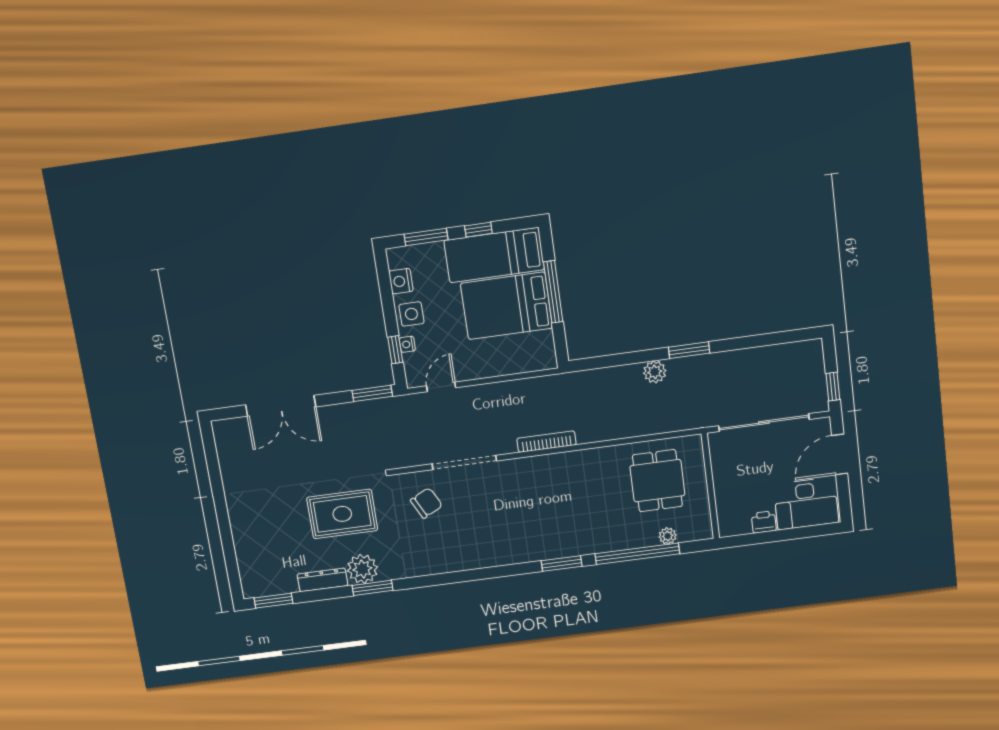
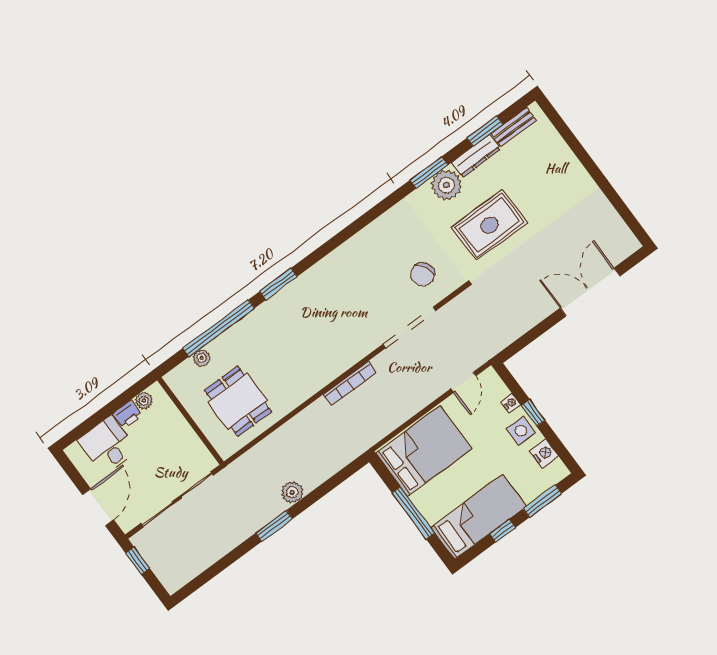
bed: (507, 306) -> (424, 451), moved
window: (395, 350) -> (533, 413), moved
window: (372, 393) -> (518, 345), removed
desk: (806, 504) -> (108, 445), width x0.73
plant: (742, 526) -> (144, 401), added
bench: (275, 587) -> (514, 127), added
window: (273, 601) -> (485, 131), moved

